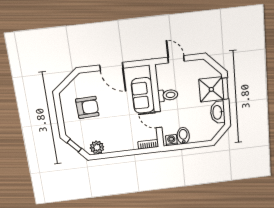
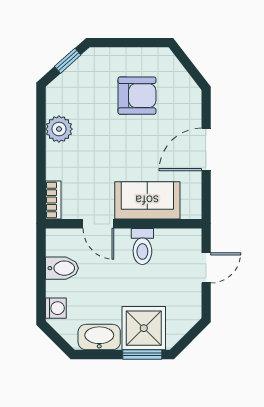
armchair: (87, 107) -> (137, 96), turned -88
door: (158, 120) -> (98, 224), swing flipped
washing machine: (171, 140) -> (56, 308), moved
plant: (97, 147) -> (59, 129), moved

